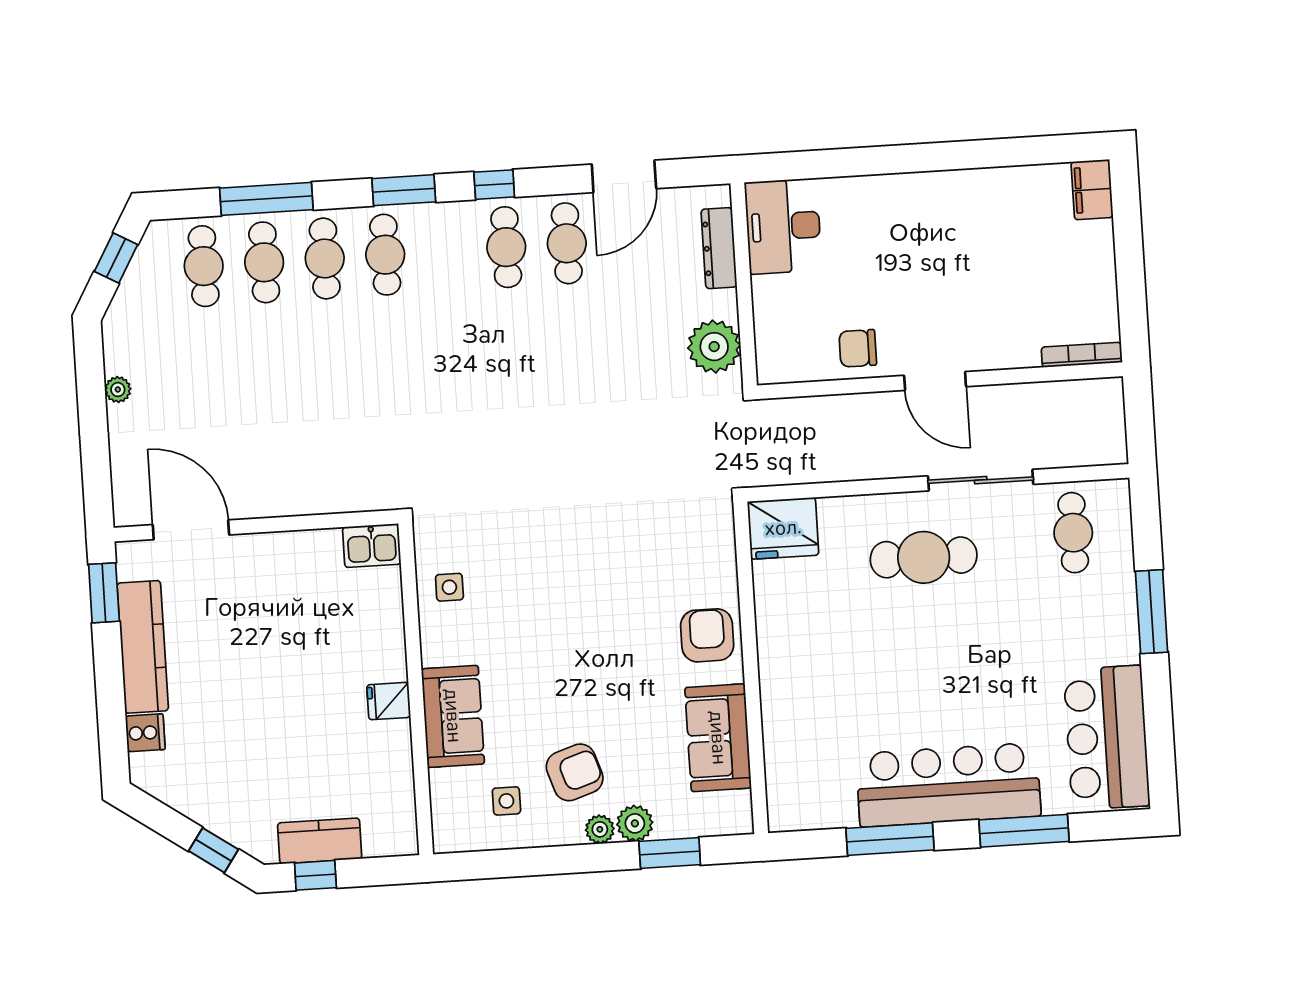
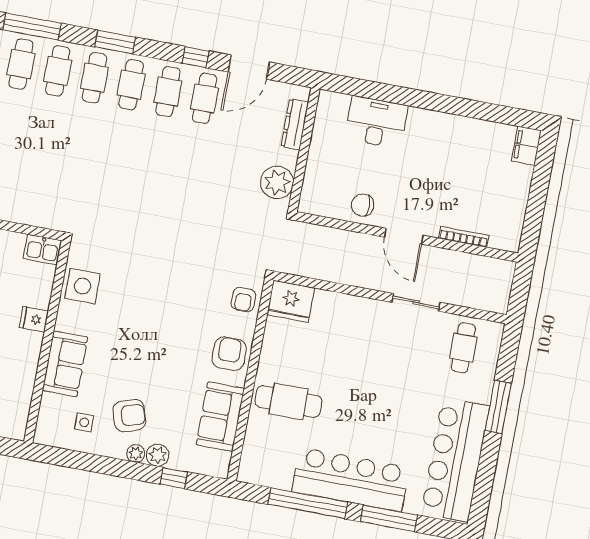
window: (494, 185) -> (196, 57), moved
desk: (783, 226) -> (376, 122), moved, turned 90
cafe table: (446, 251) -> (131, 85), added
bookcase: (1082, 355) -> (464, 237), moved
sliding door: (981, 480) -> (416, 302), width x0.73
armchair: (708, 544) -> (243, 300), added
cafe table: (924, 557) -> (288, 401), moved
side table: (449, 587) -> (83, 286), width x1.87, depth x1.87
fridge: (389, 701) -> (34, 319), moved
bar counter: (1107, 738) -> (455, 460), width x1.36
window: (890, 839) -> (308, 503), width x1.46
window: (670, 853) -> (174, 478), width x0.67

